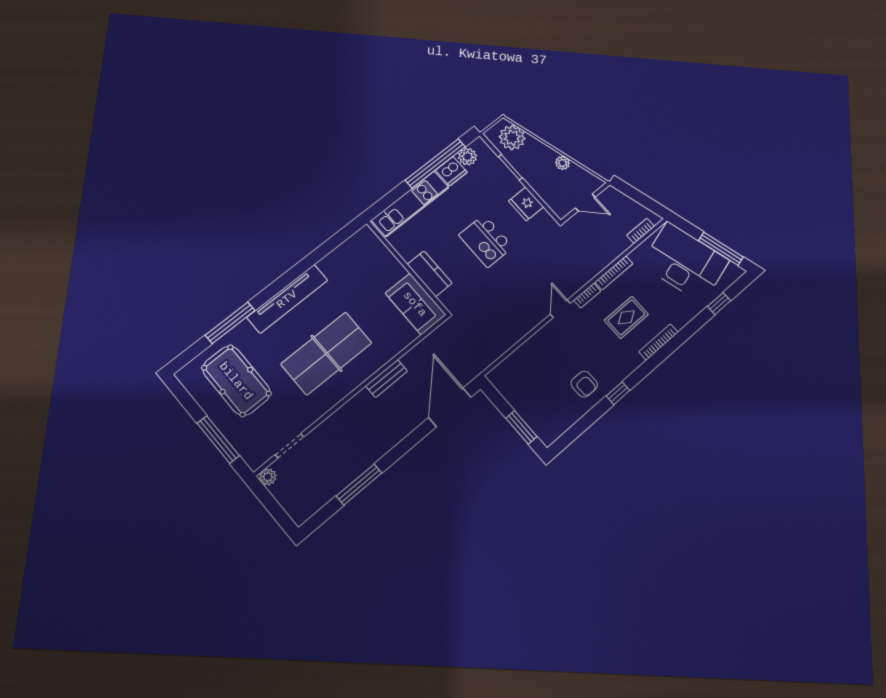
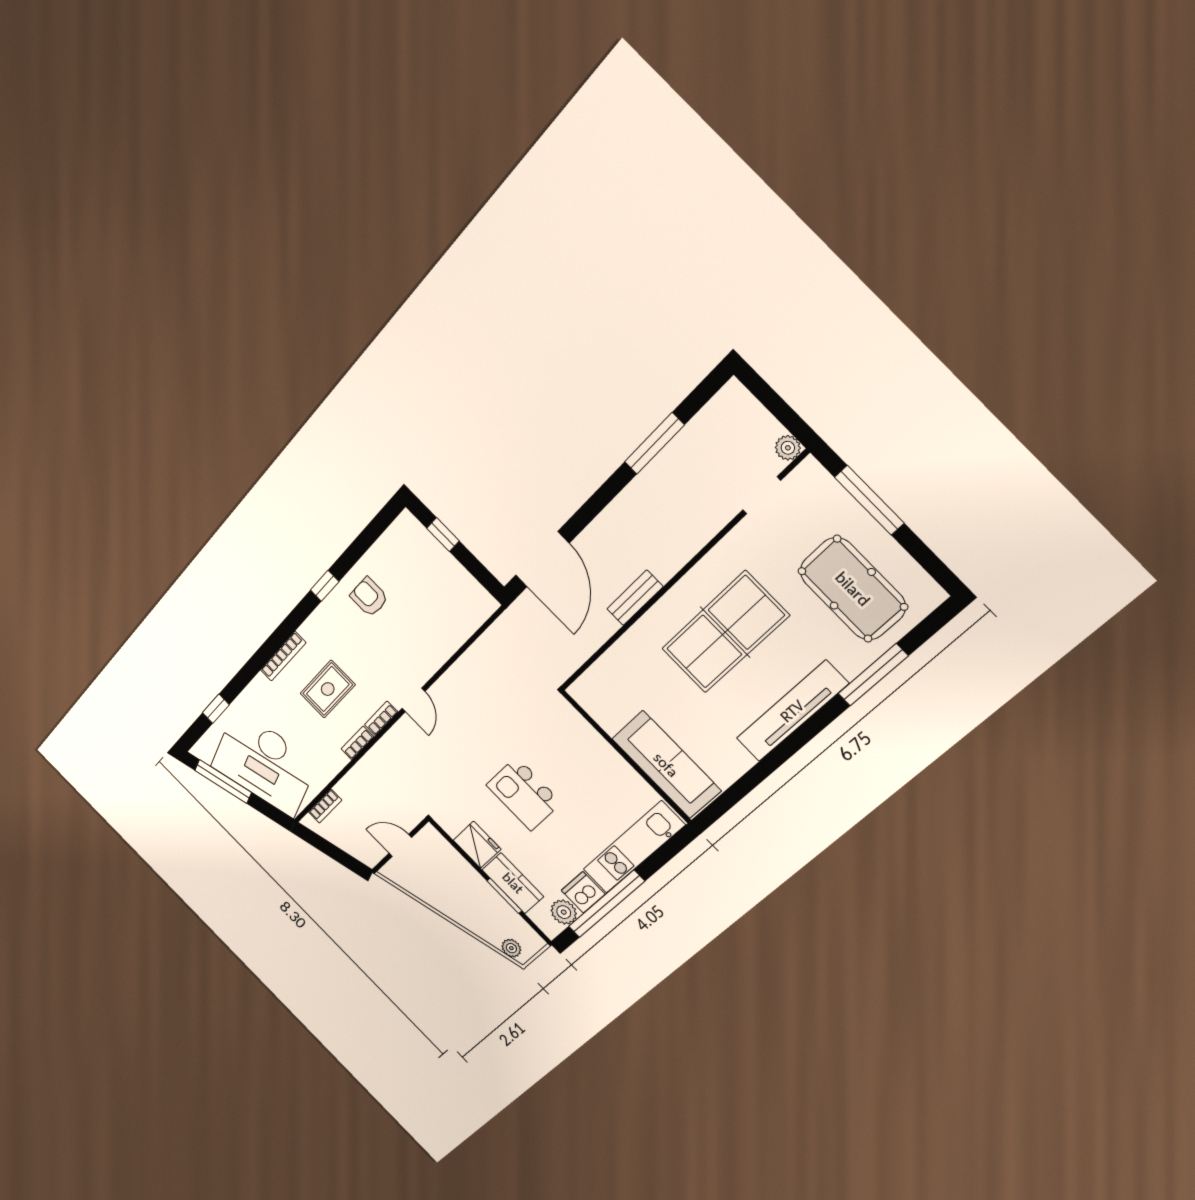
plant: (512, 138) -> (511, 948), width x0.53, depth x0.53
plant: (563, 163) -> (437, 900), removed
kitchen island: (486, 241) -> (524, 794), turned 180
bookcase: (614, 273) -> (357, 743), width x0.64
kitchen counter: (430, 274) -> (513, 883), moved, turned 180
sofa: (415, 304) -> (666, 765), moved, width x1.36
window: (521, 427) -> (443, 535), width x0.67

